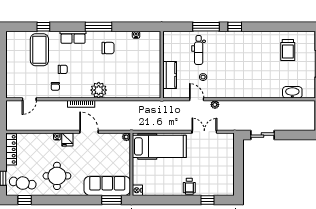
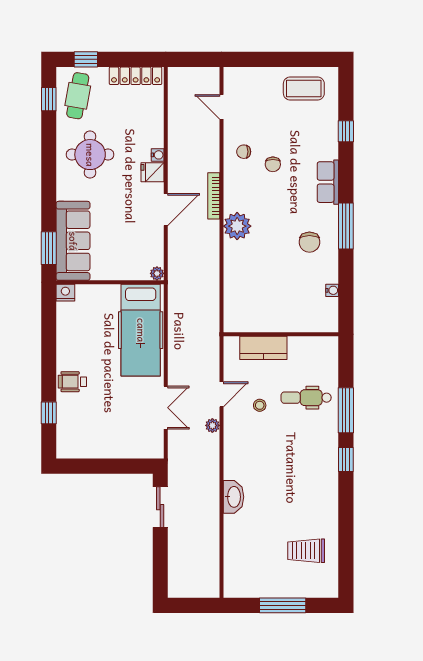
coffee table: (39, 50) -> (304, 88), moved, width x0.73, depth x0.76
washbasin: (292, 92) -> (233, 497), moved

